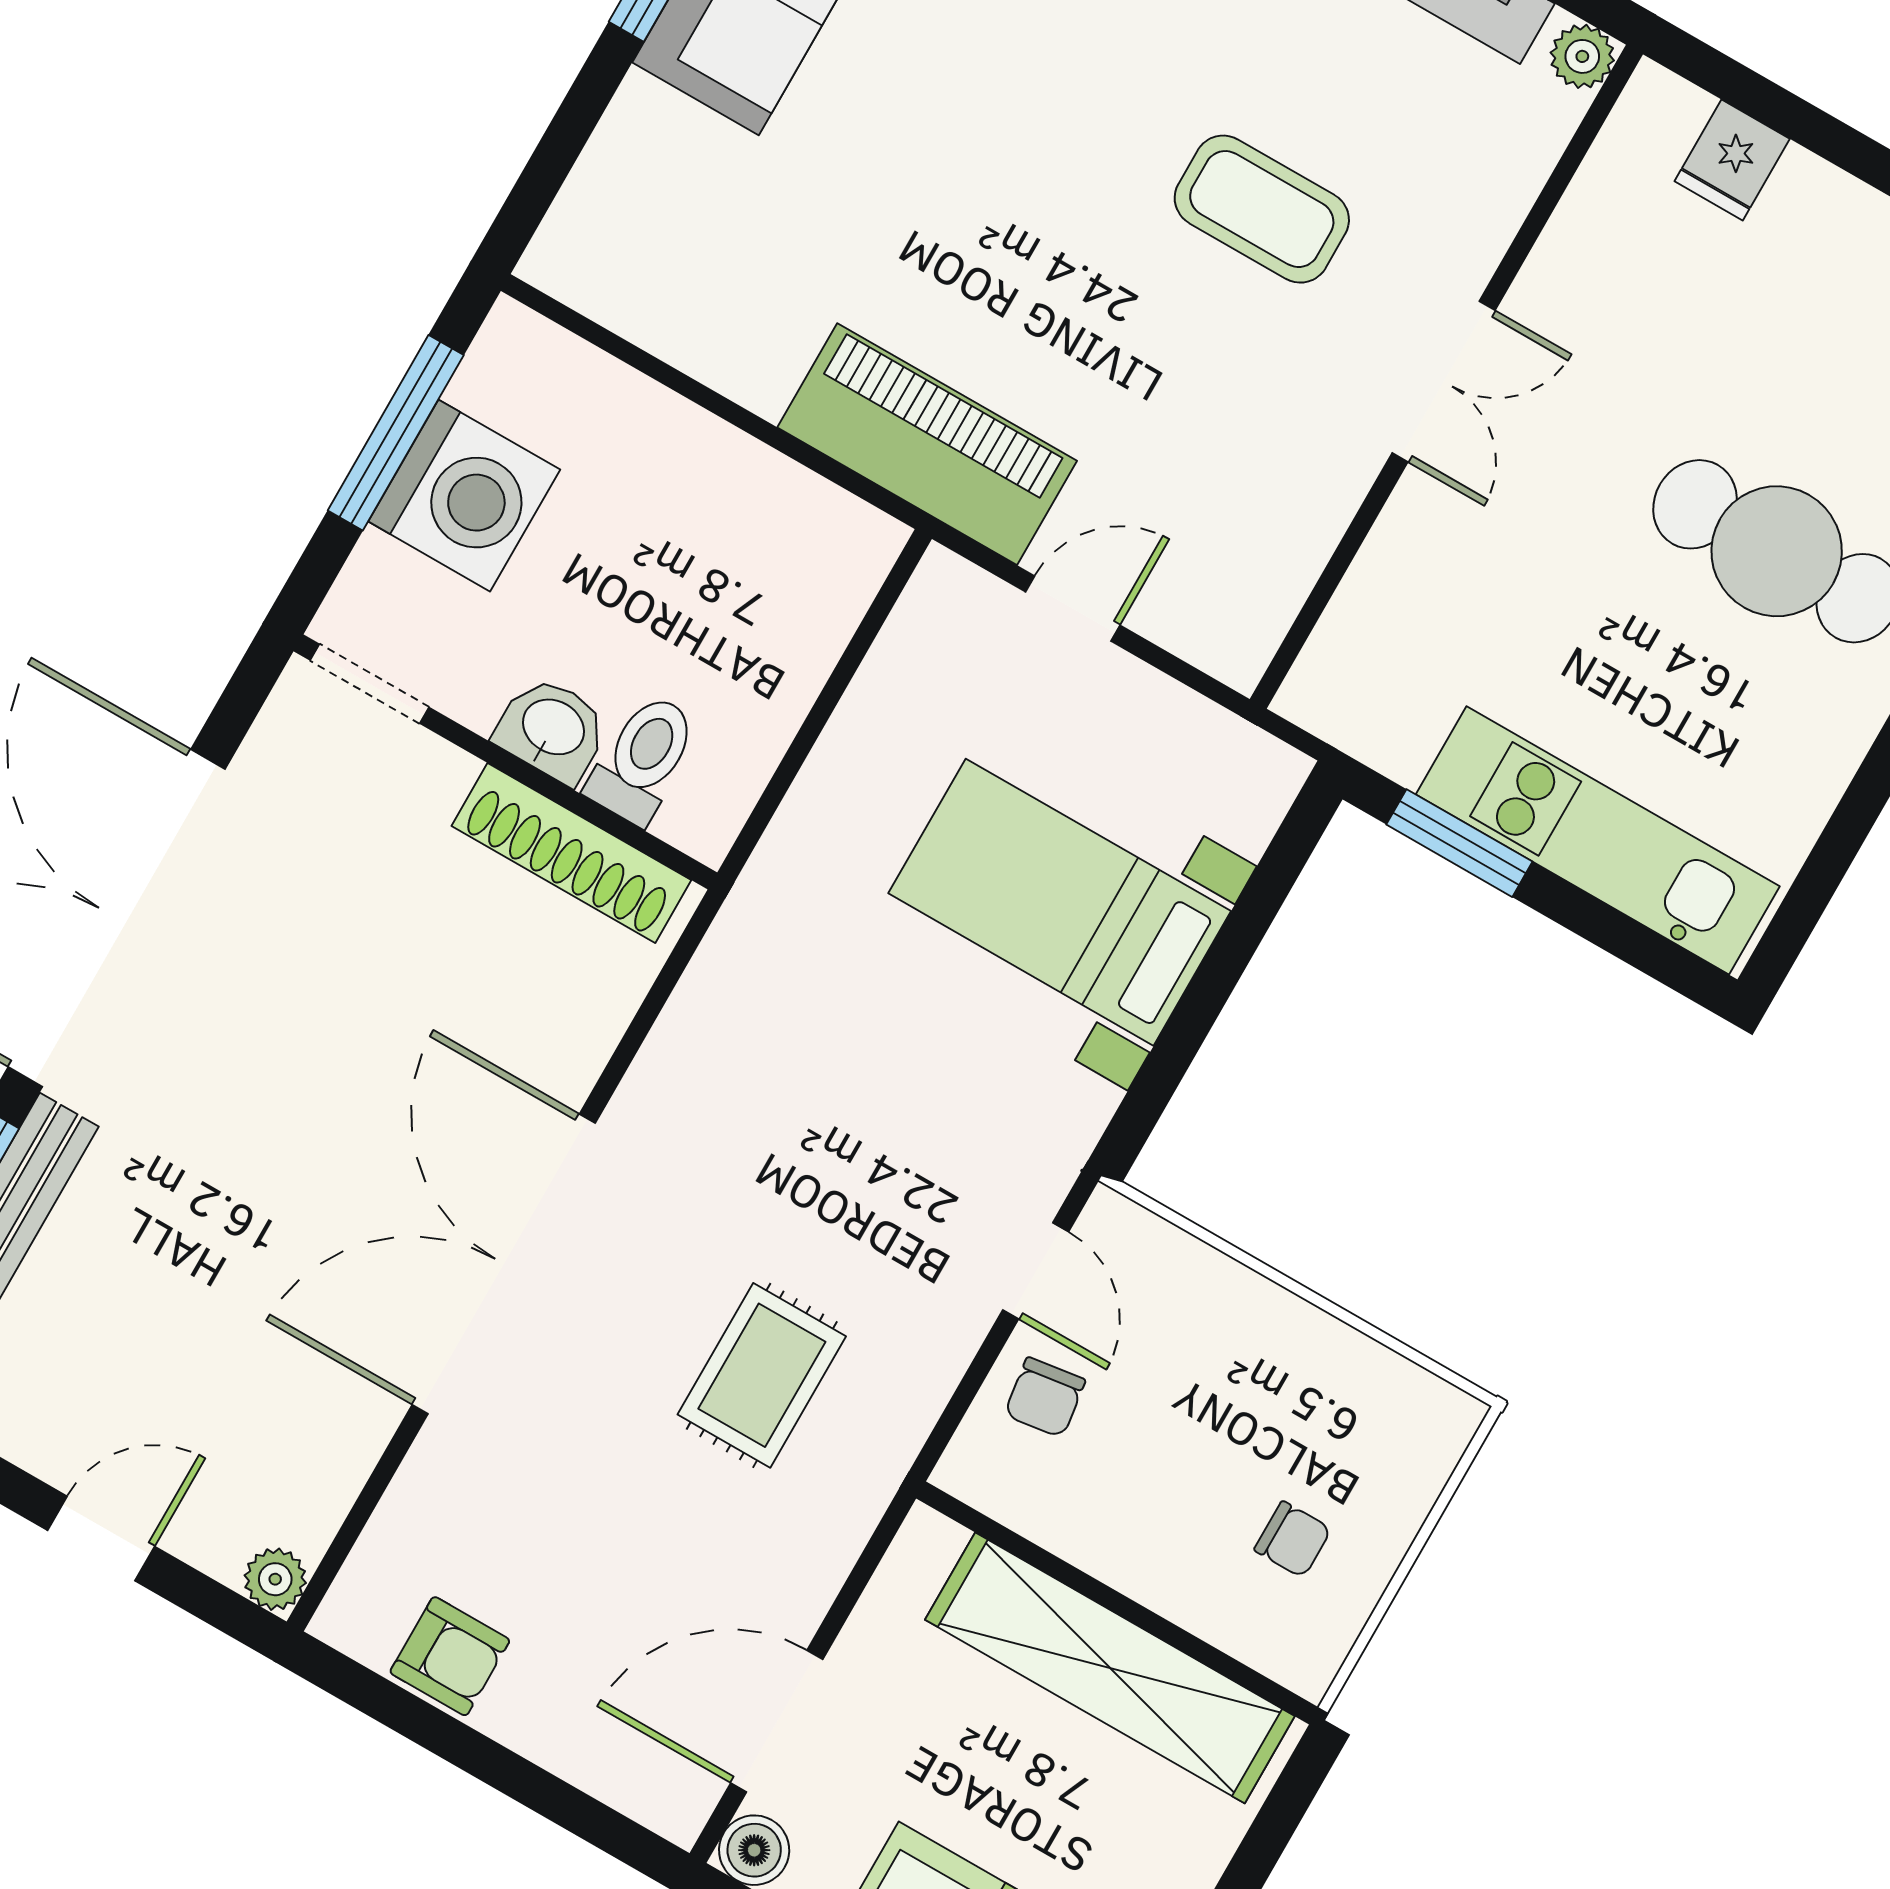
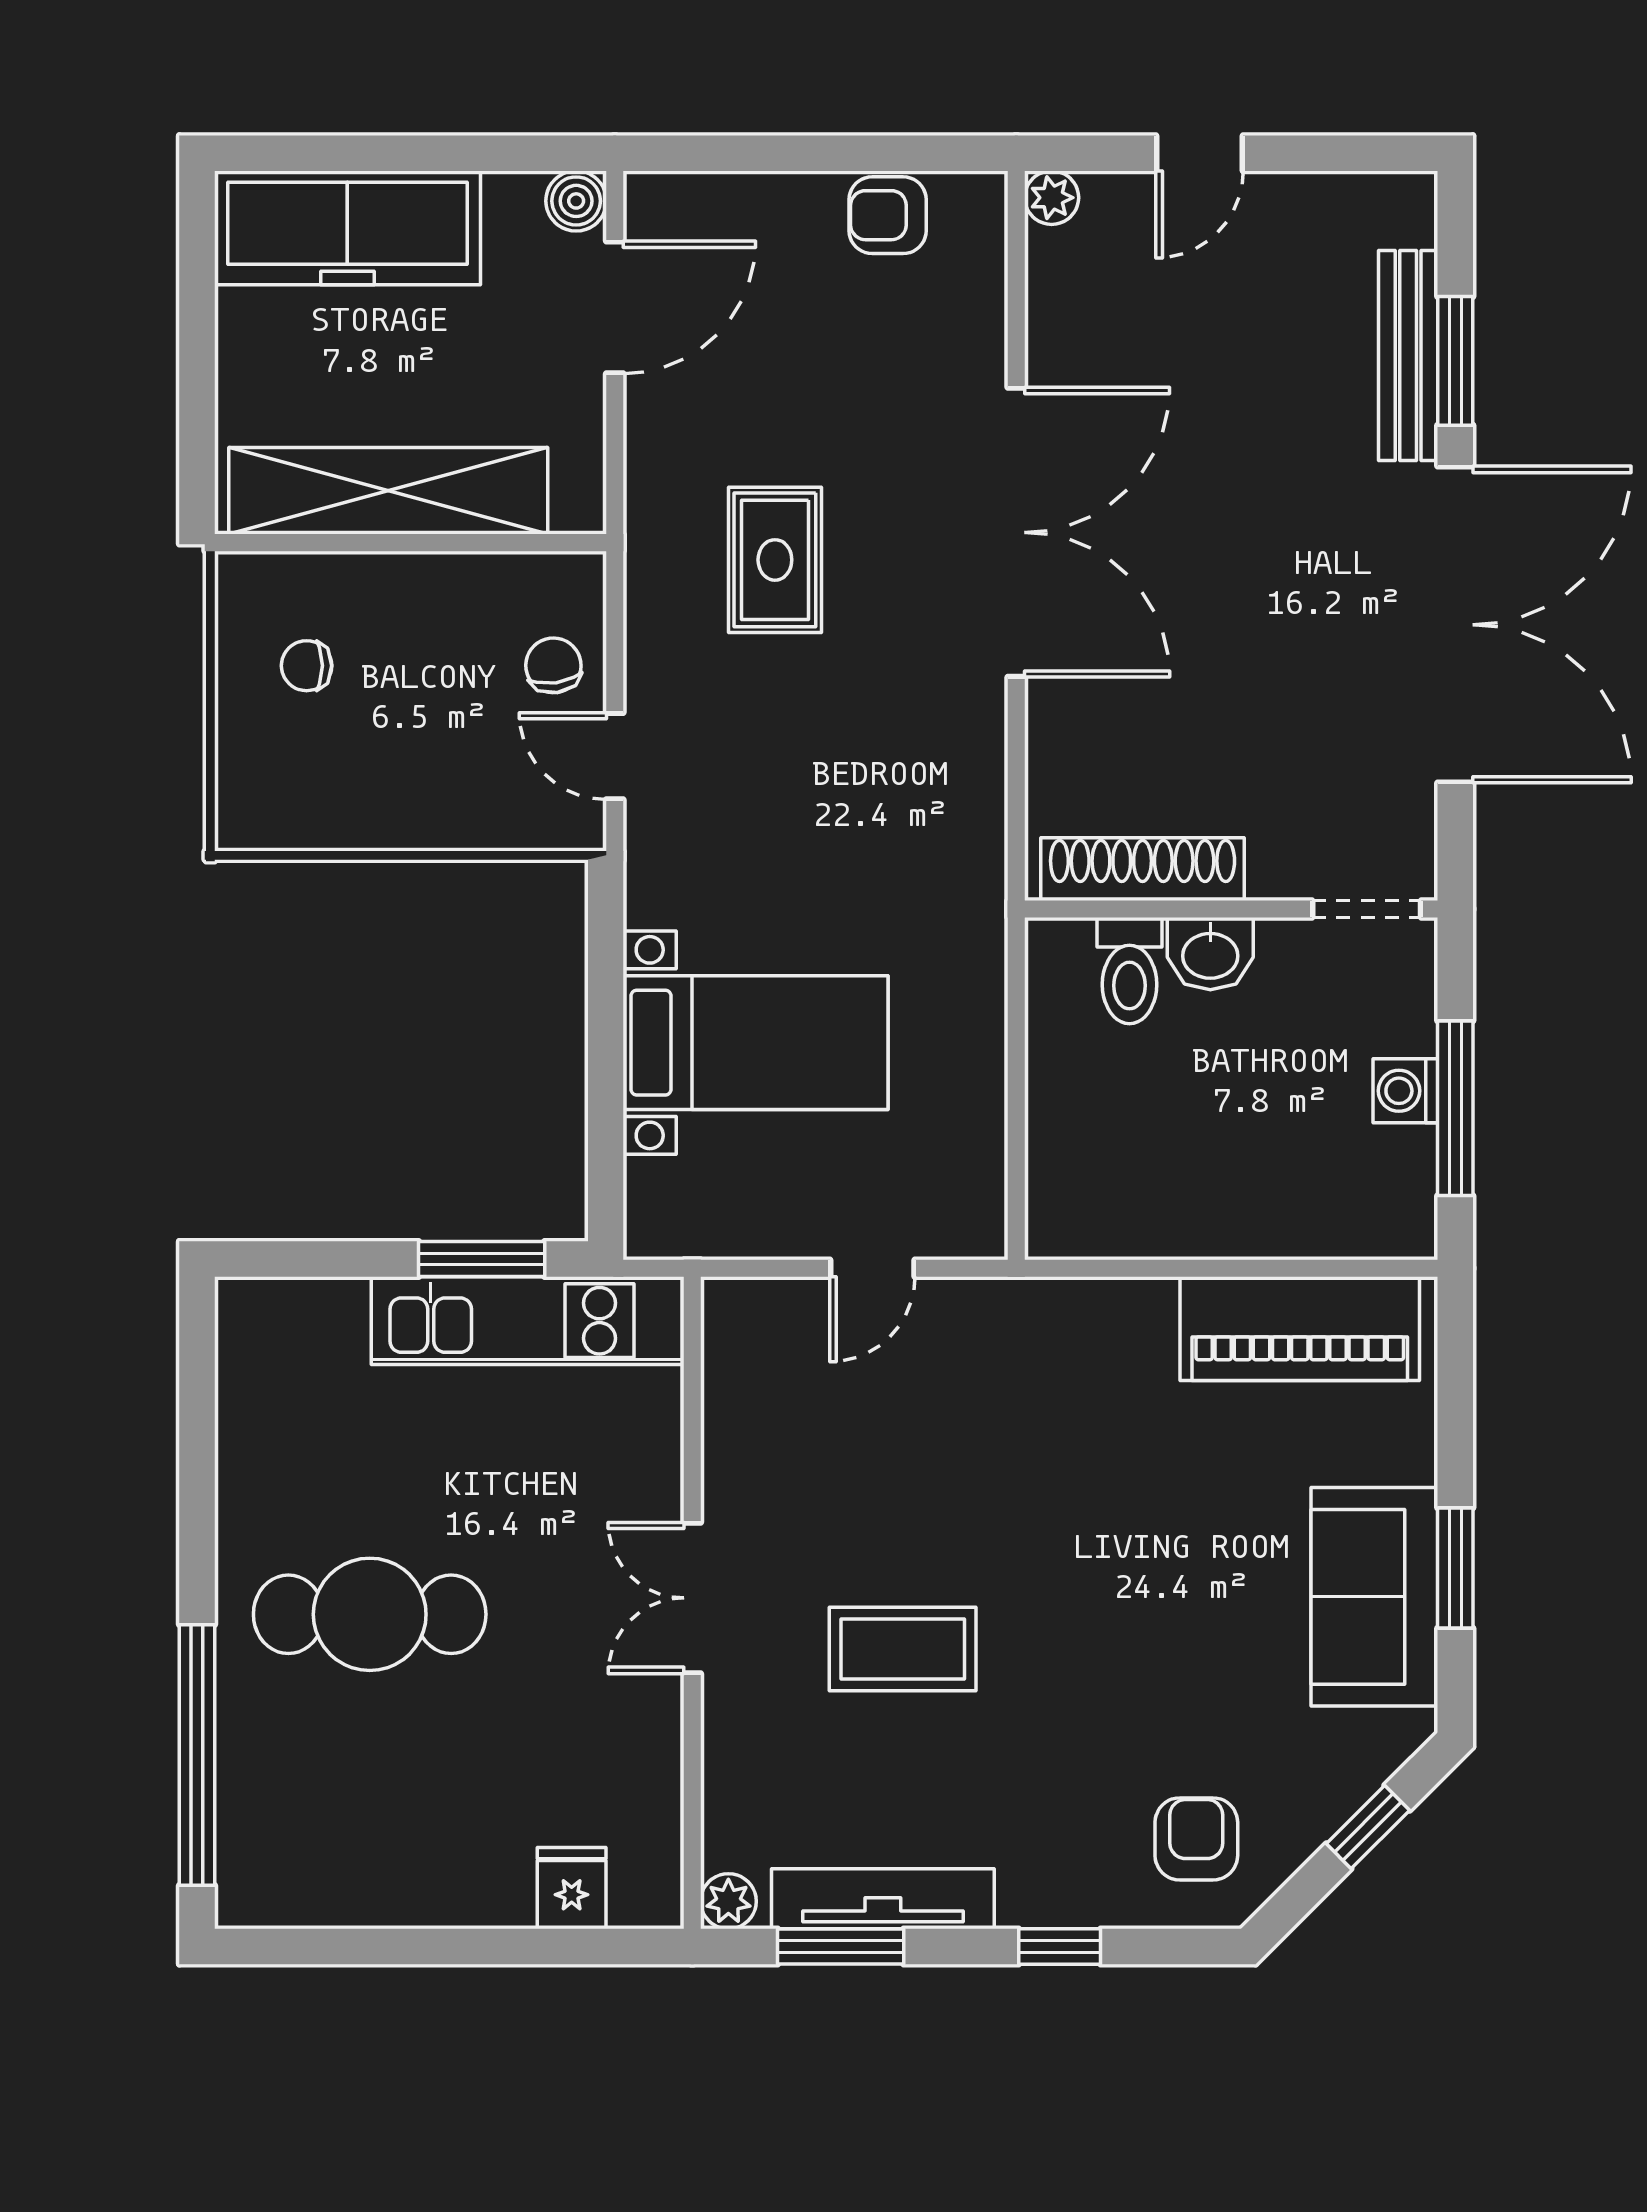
piano: (927, 444) -> (1300, 1329), moved
washing machine: (464, 496) -> (1405, 1091), width x0.53, depth x0.53
kitchen unit: (1598, 840) -> (528, 1321), moved

